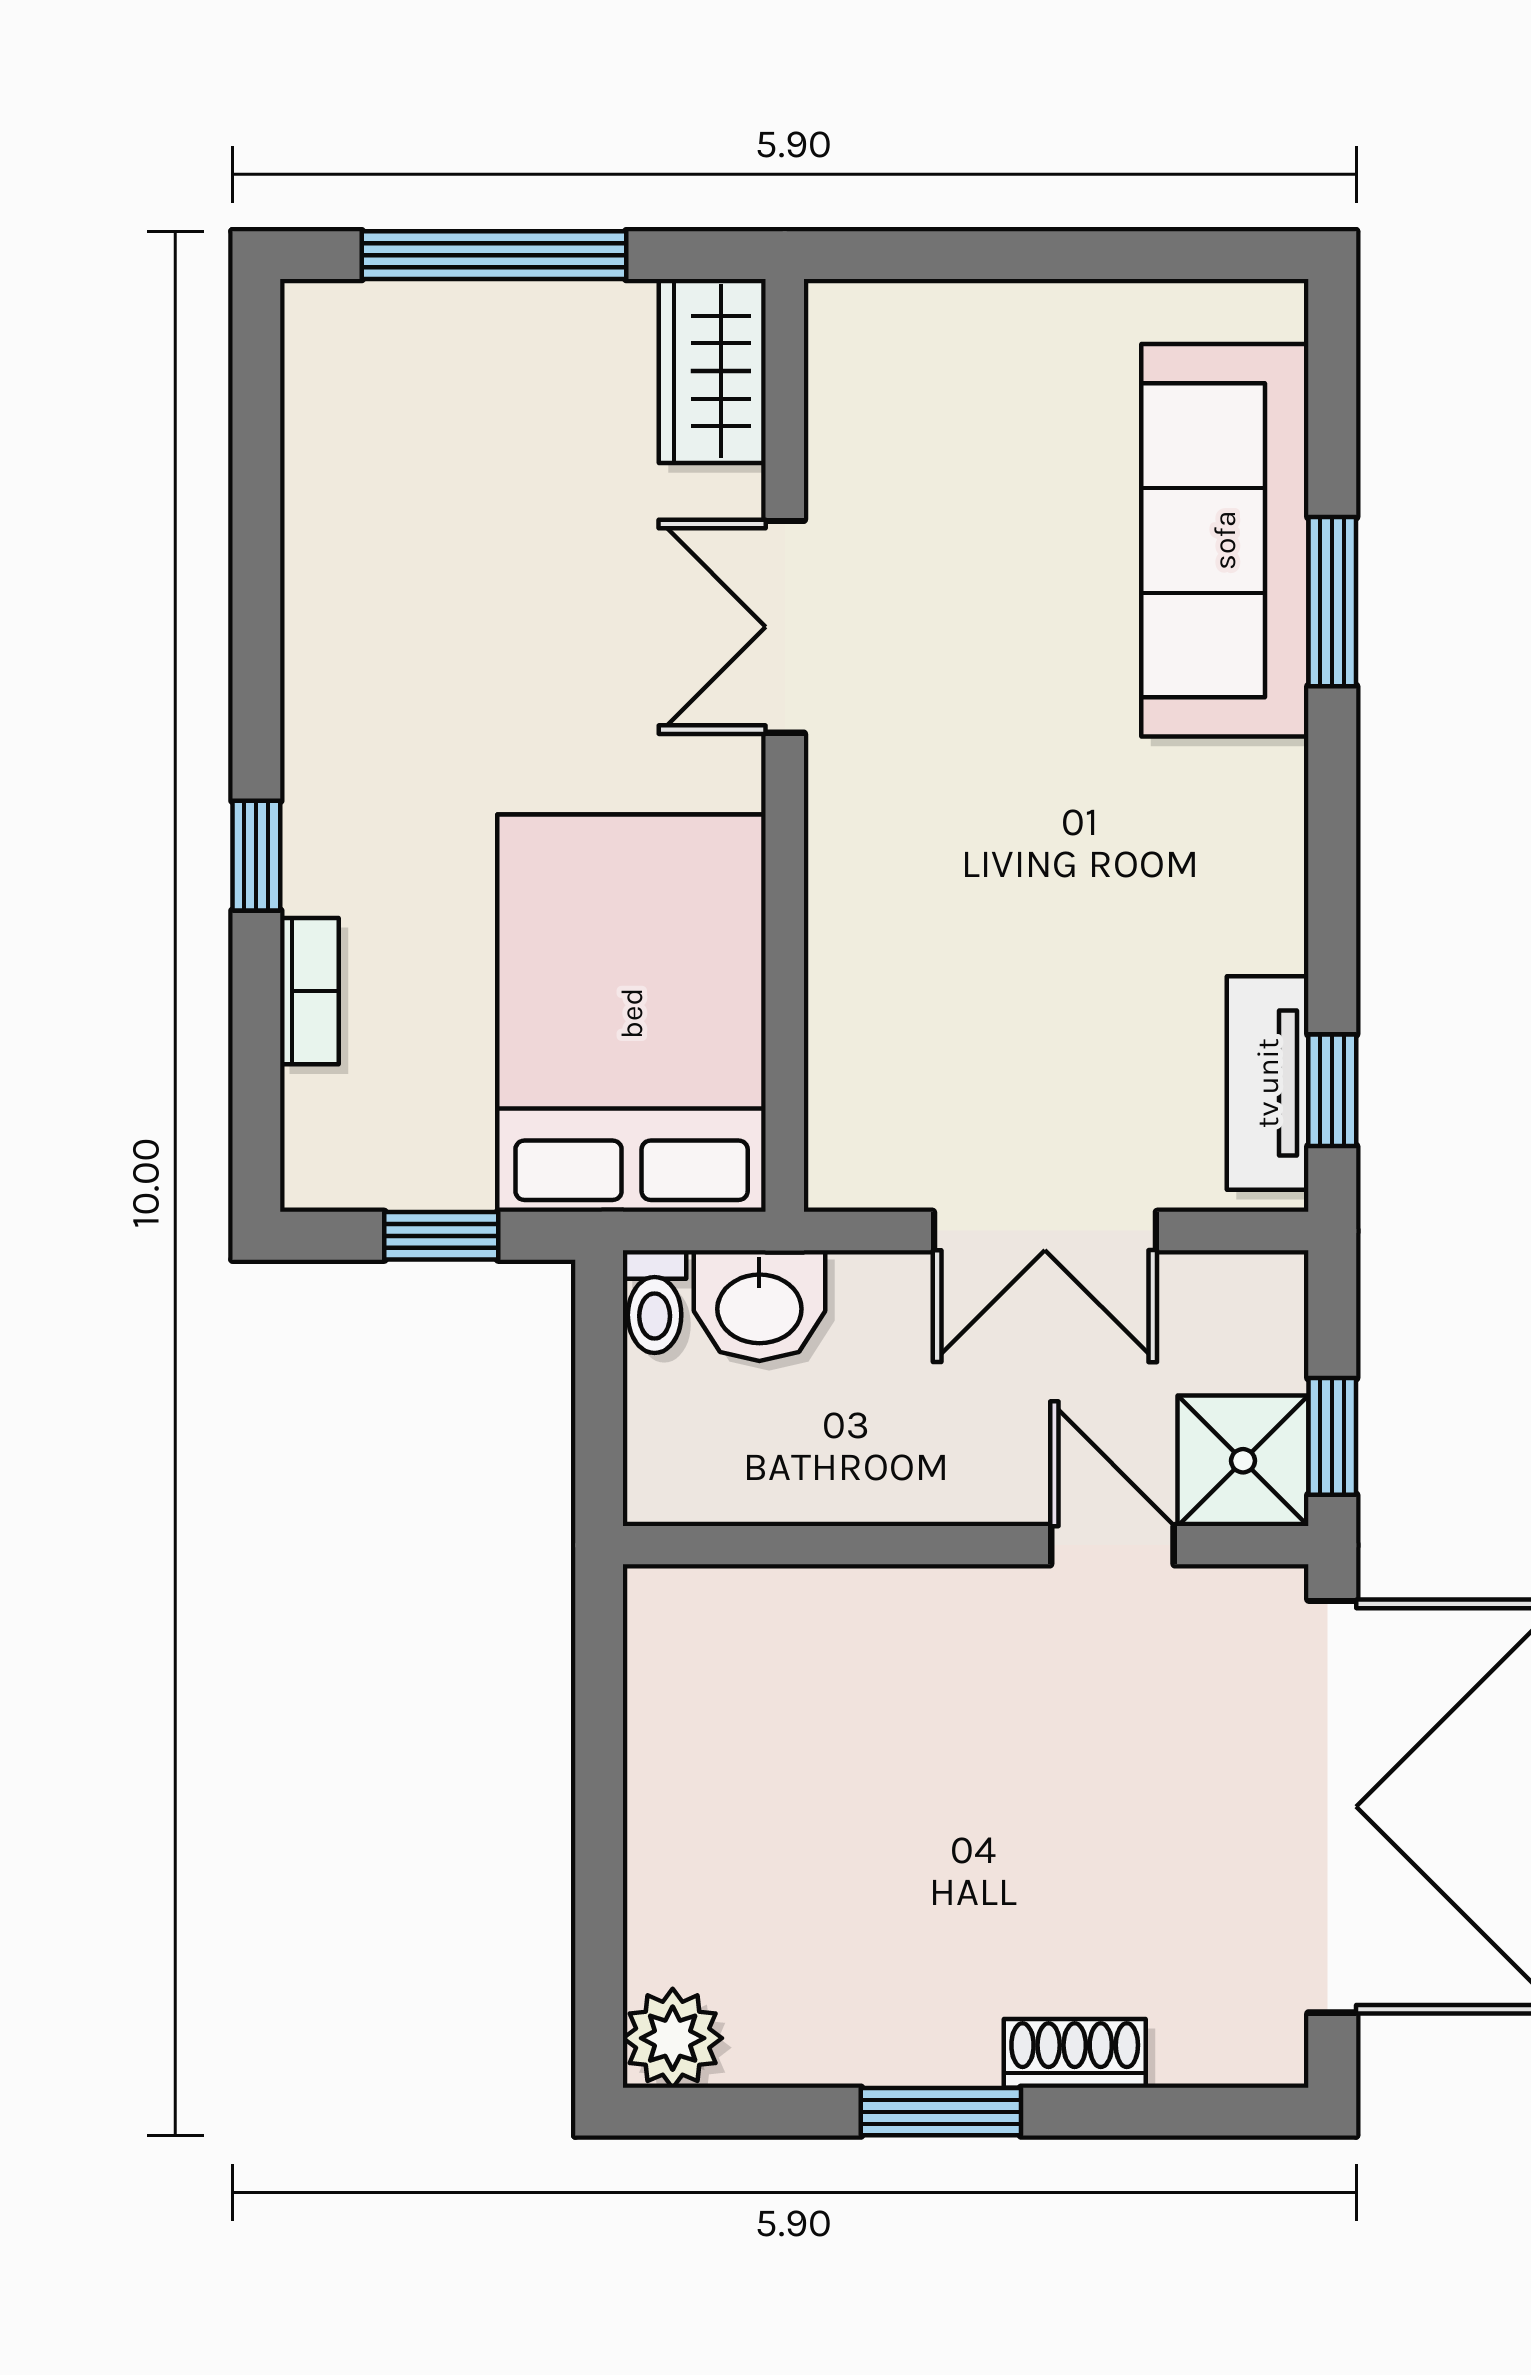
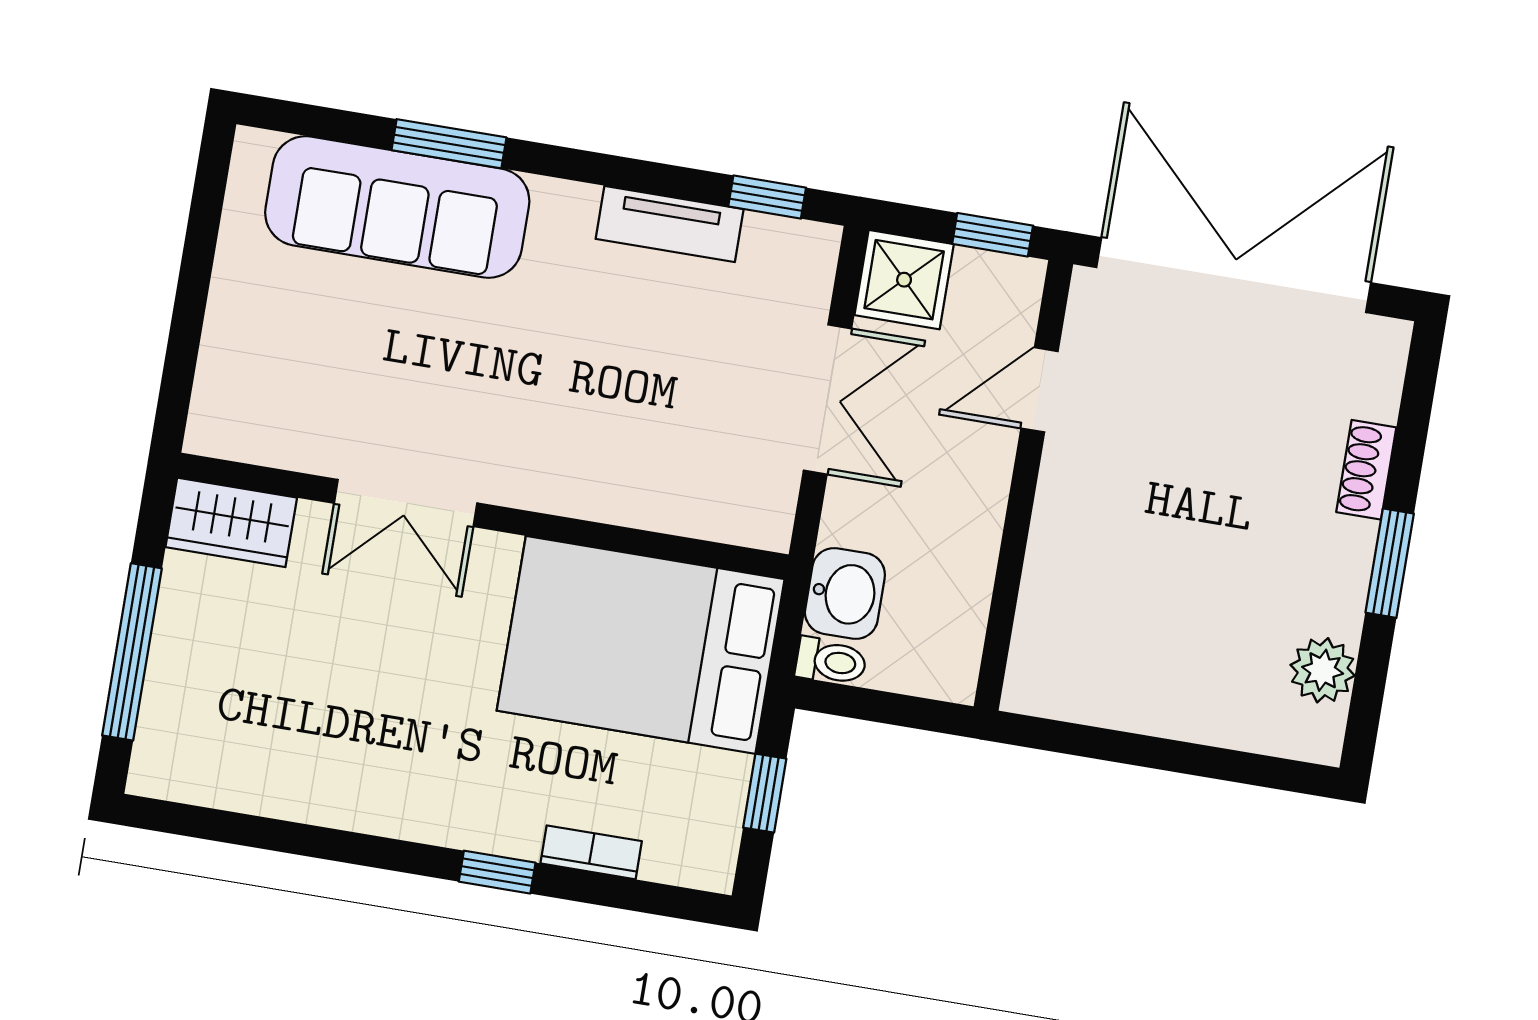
tv unit: (1268, 1083) -> (670, 224), moved
shower: (1243, 1461) -> (904, 280), moved
plant: (673, 2038) -> (1323, 670), moved

